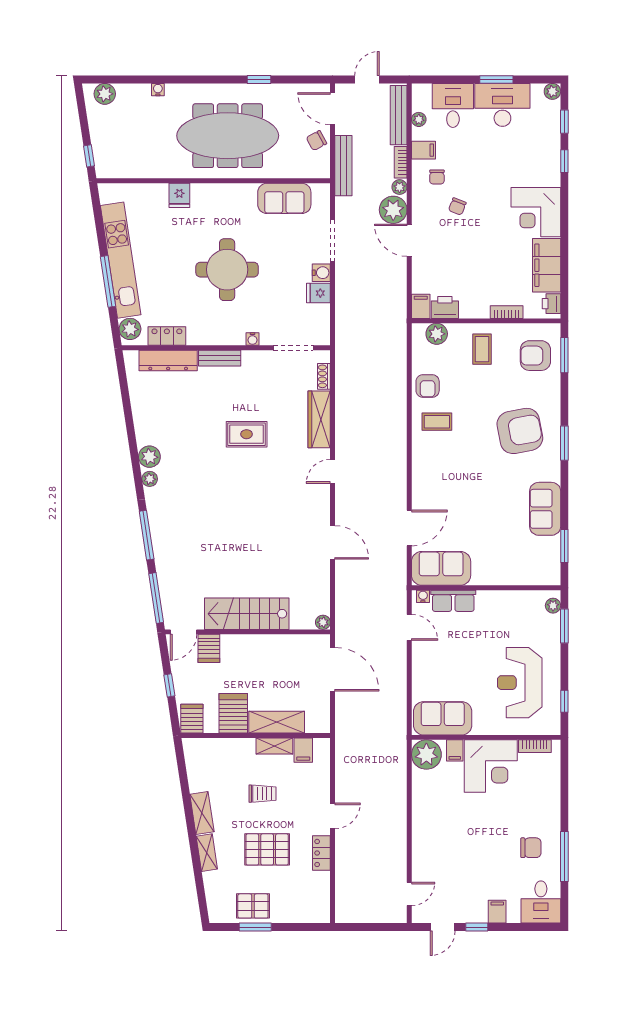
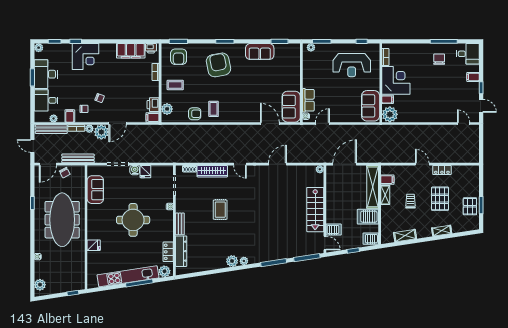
corner desk: (536, 212) -> (86, 56), moved
shelving: (277, 722) -> (373, 187), width x1.47
shelving: (202, 813) -> (405, 236), moved

